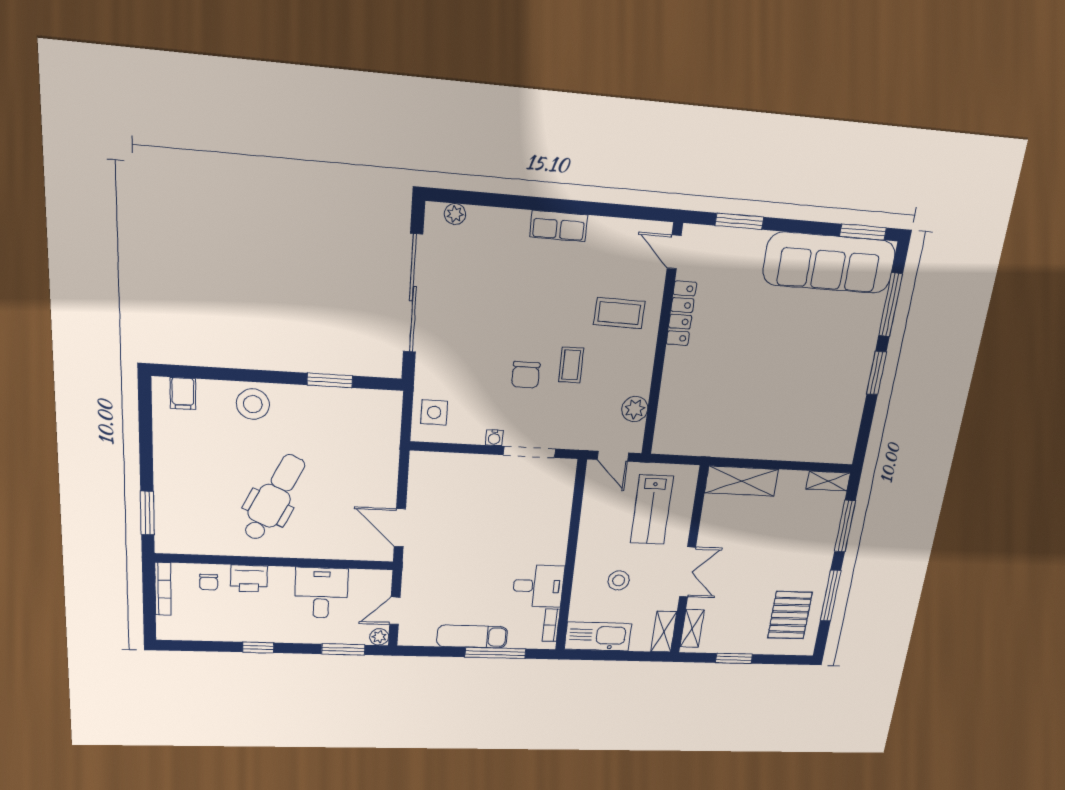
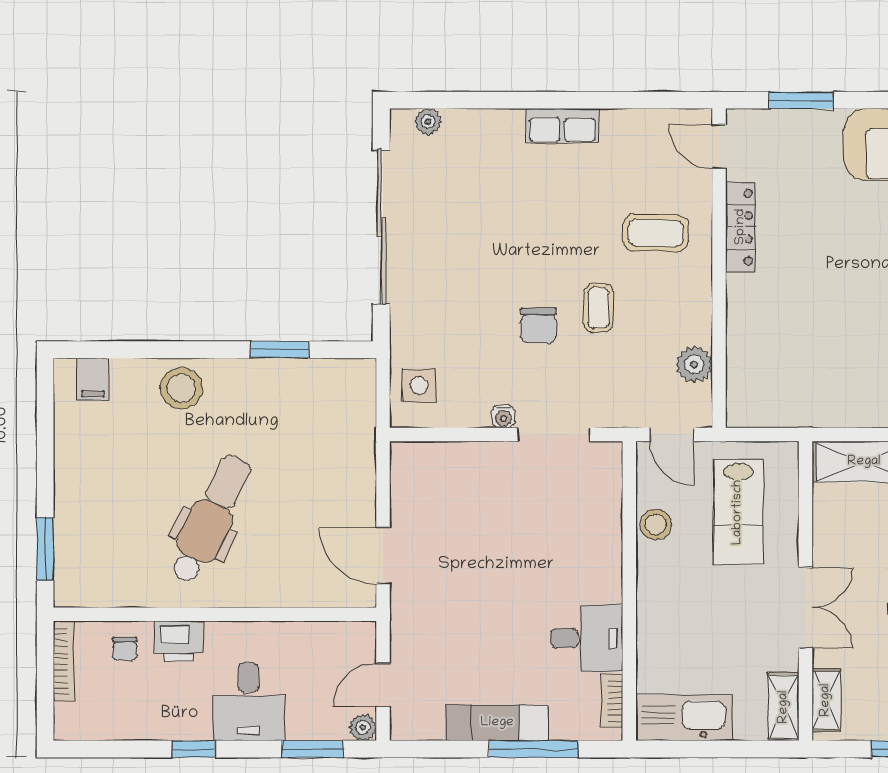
stool: (619, 580) -> (656, 525), moved
desk: (321, 593) -> (249, 702), moved, turned 180

